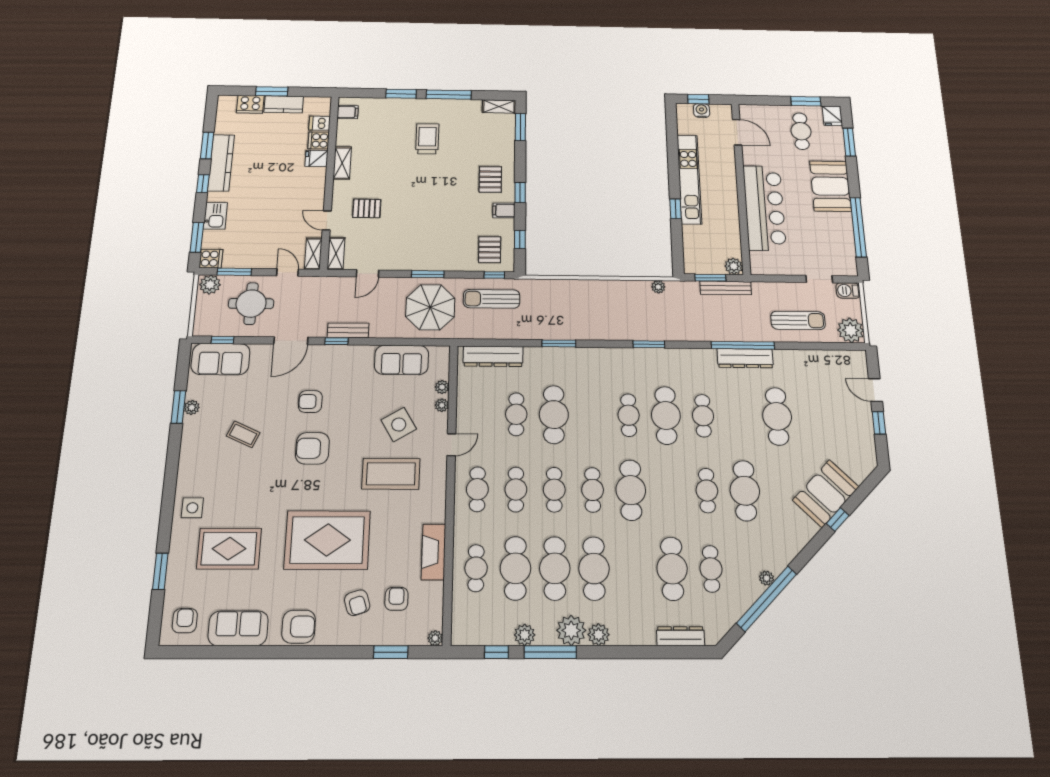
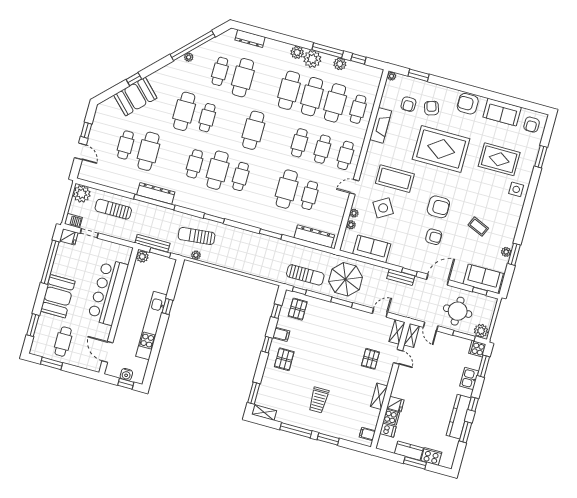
fridge: (832, 116) -> (69, 237), moved, turned 90
pallet: (367, 208) -> (370, 359), turned 90
sun lounger: (666, 313) -> (197, 236), added
cafe table: (593, 490) -> (125, 145), moved

